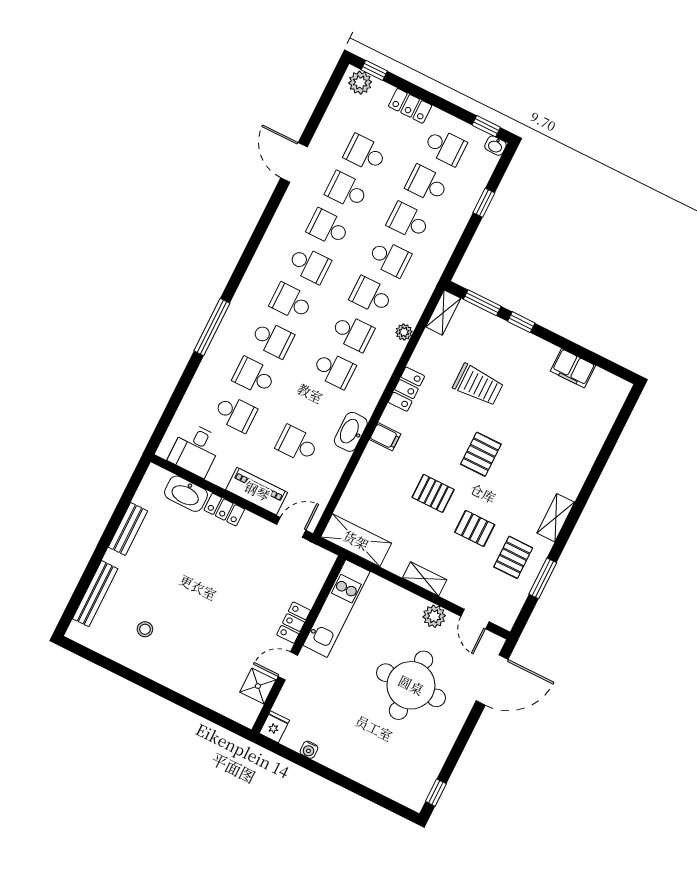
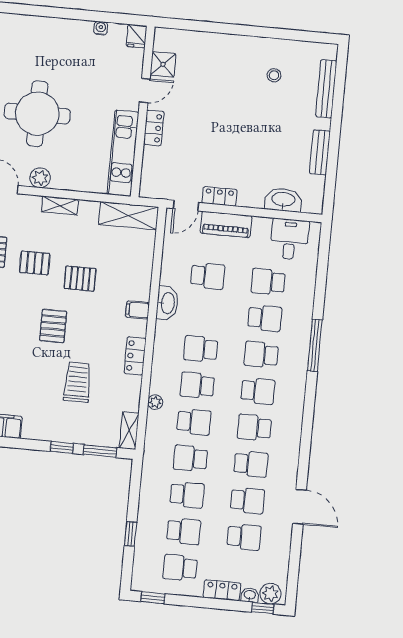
washbasin: (495, 146) -> (250, 595), moved
trolley: (478, 385) -> (77, 382), turned 90
locker: (224, 510) -> (219, 196), moved

